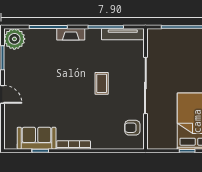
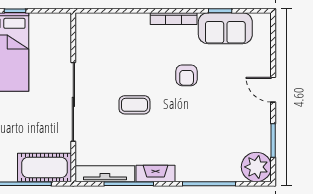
fireplace: (71, 34) -> (156, 173), moved
cot: (166, 39) -> (44, 167), added
coffee table: (102, 83) -> (134, 105), turned 90
armchair: (132, 128) -> (187, 75), moved, turned 90

